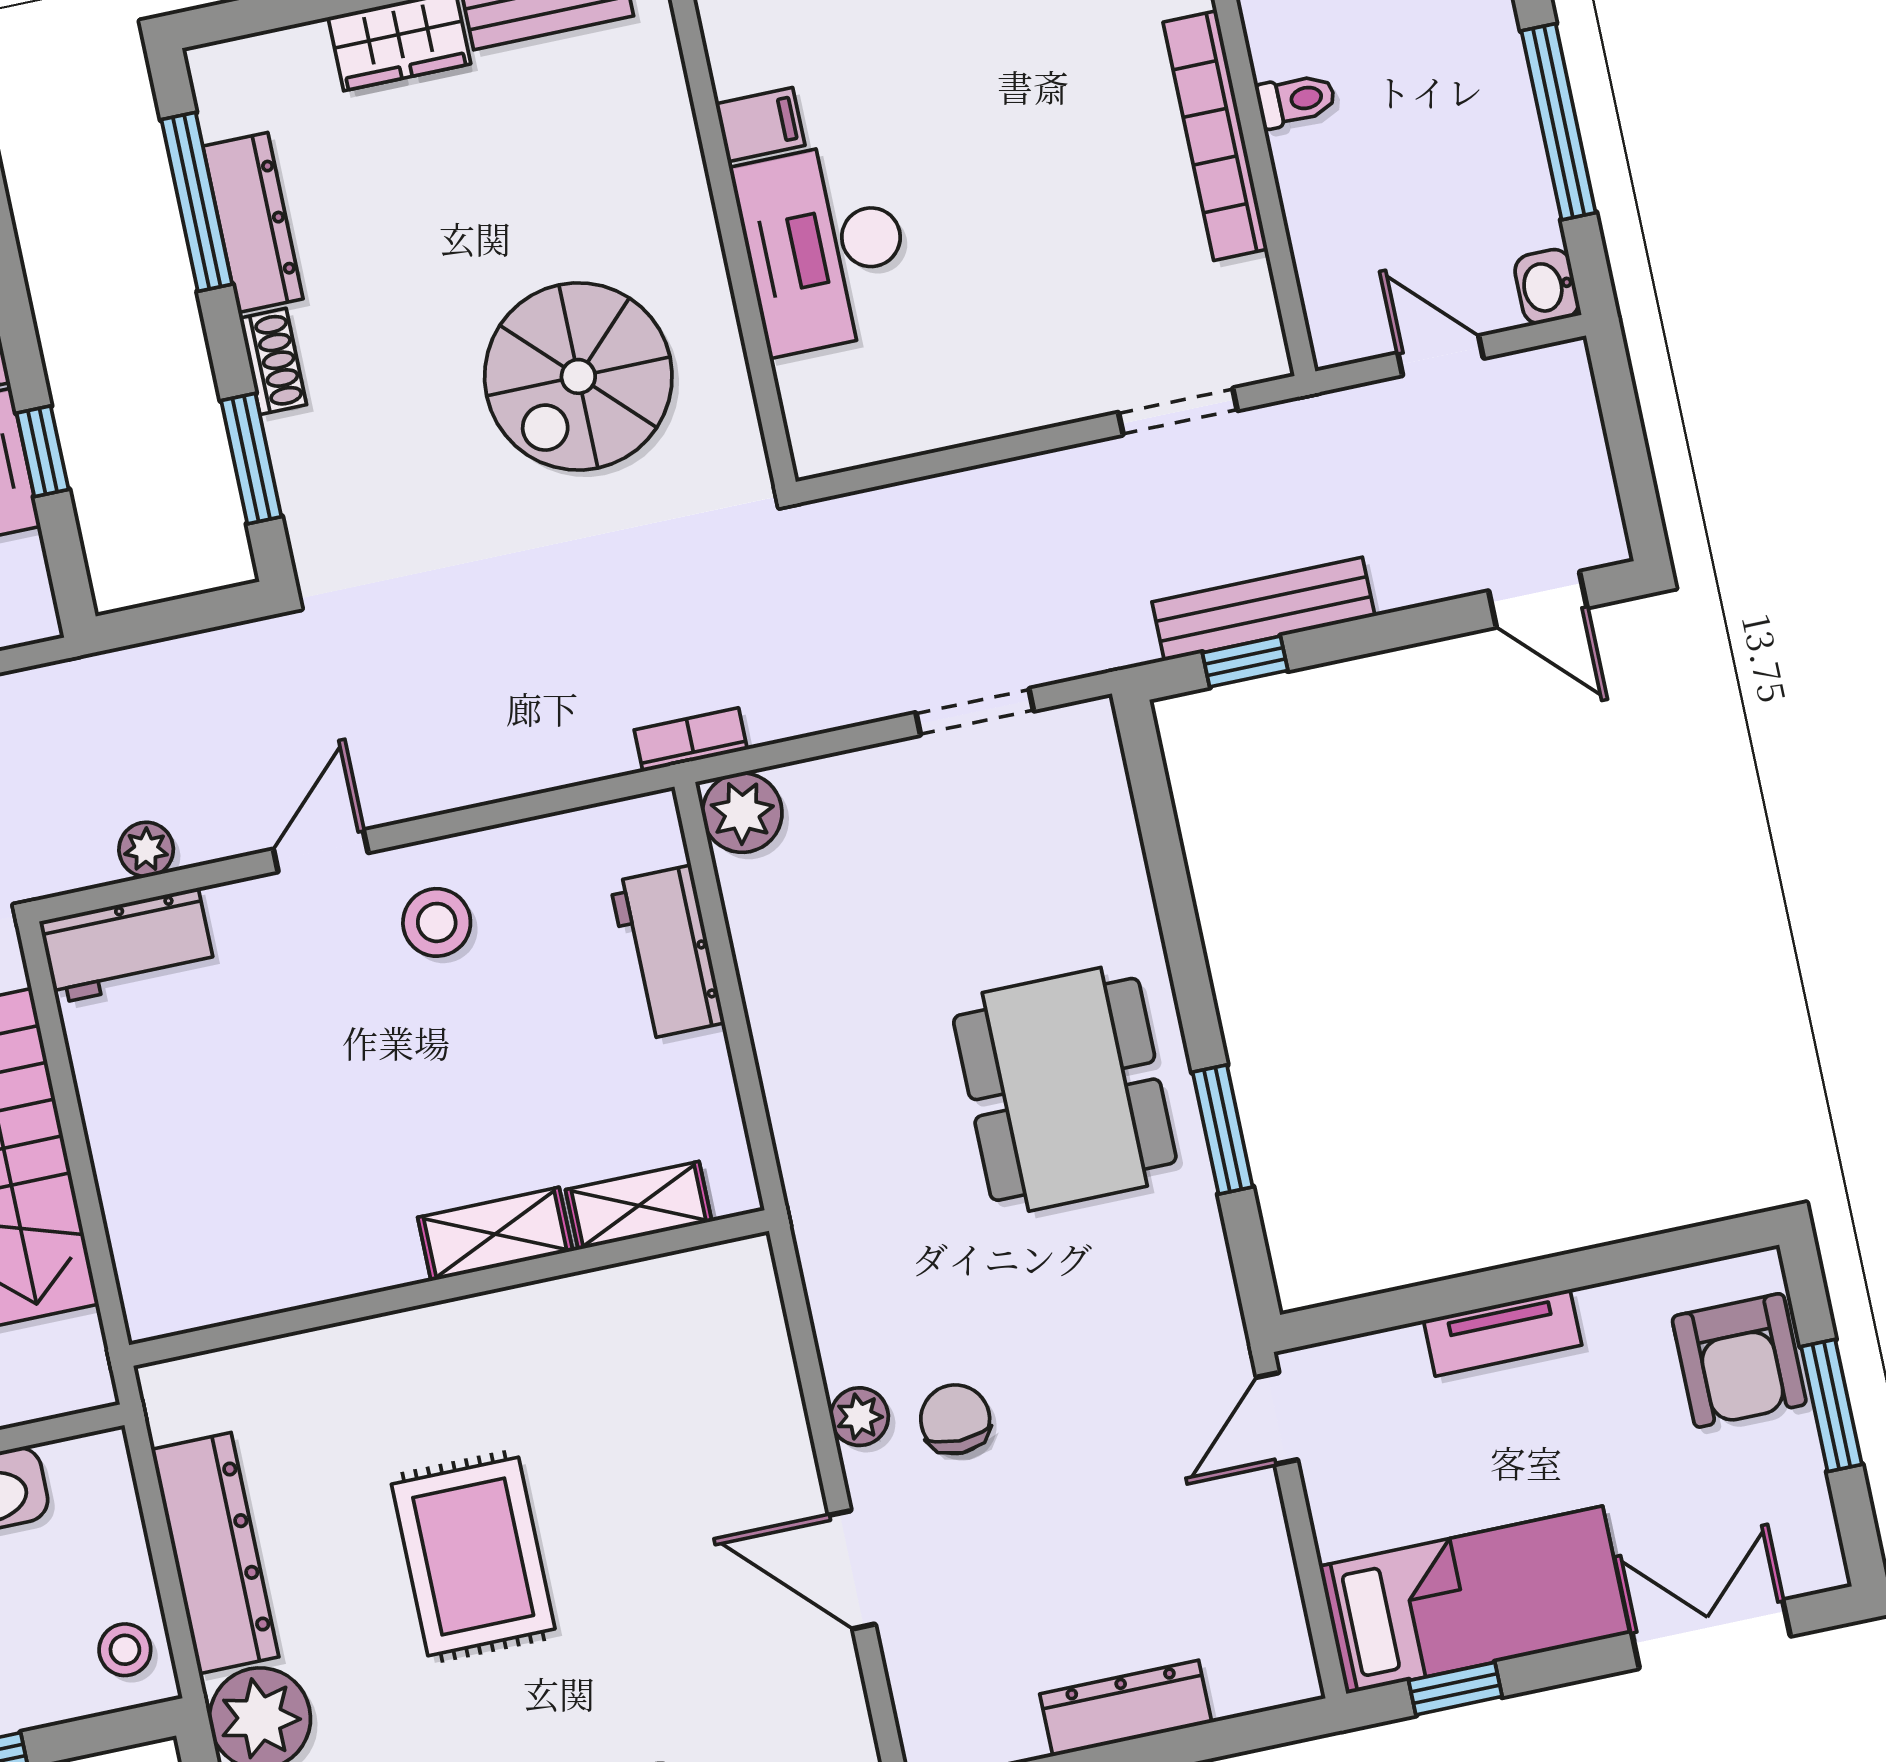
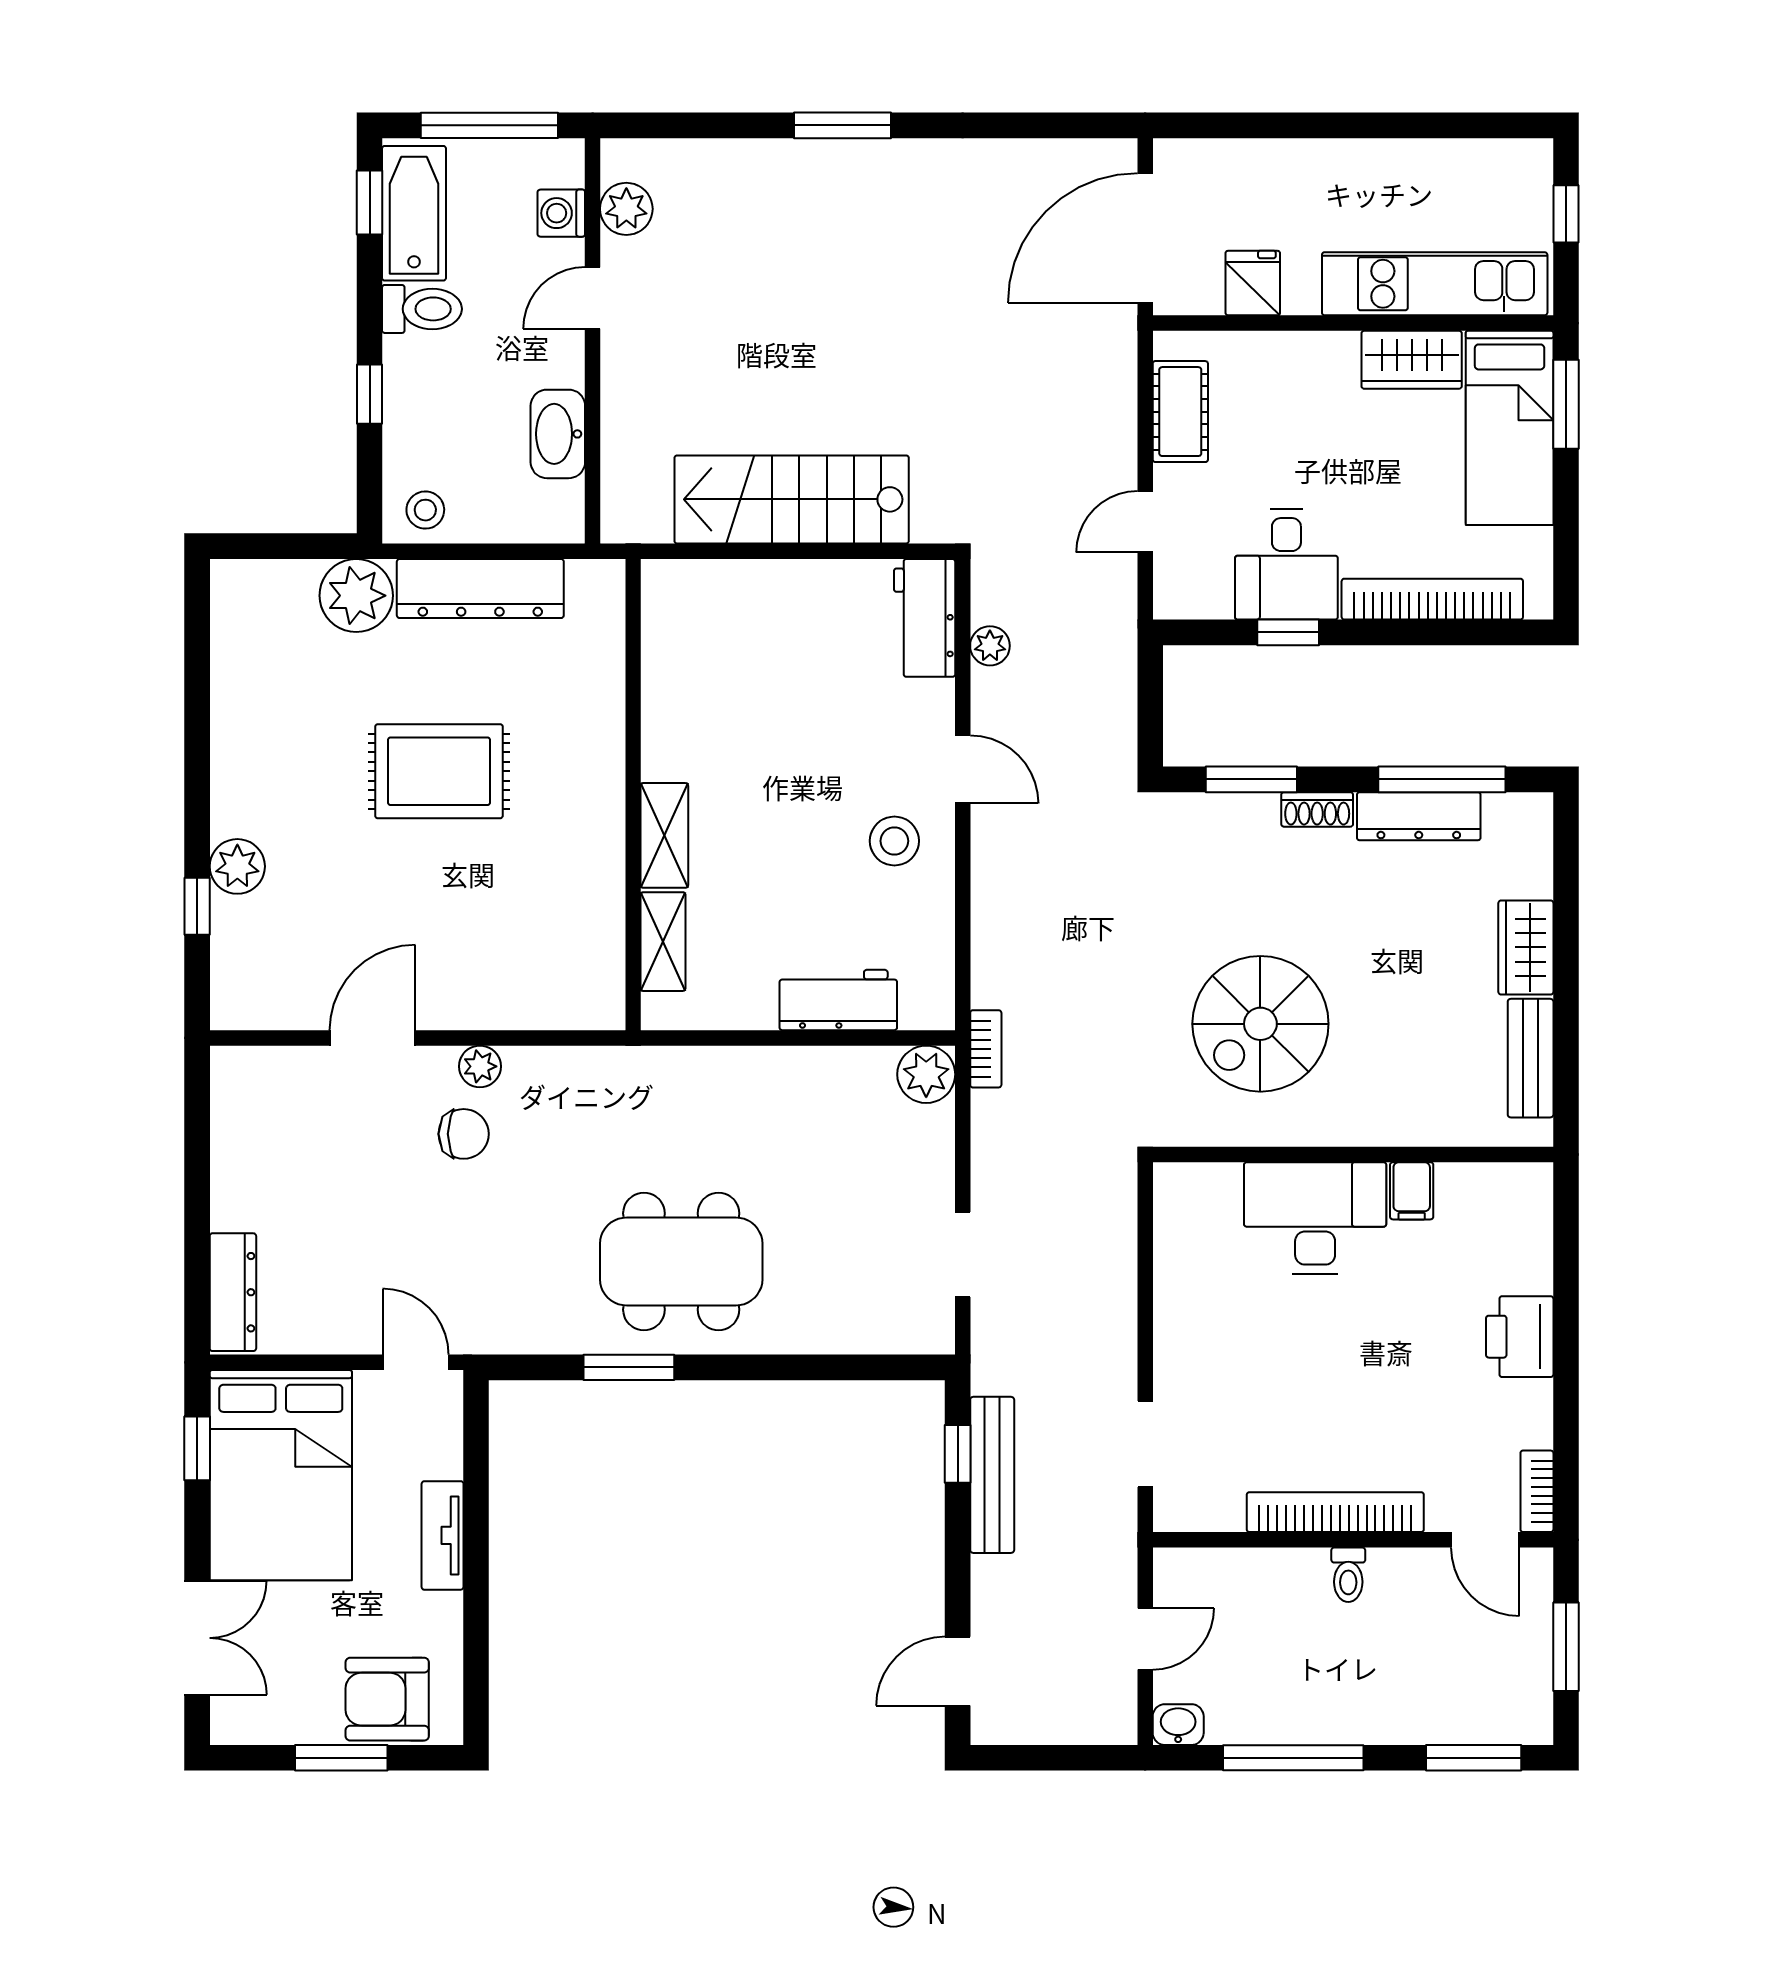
spiral stairs: (578, 376) -> (1260, 1024), turned -90
bed: (1474, 1600) -> (281, 1475), width x1.50
dresser: (1126, 1708) -> (233, 1292), moved

